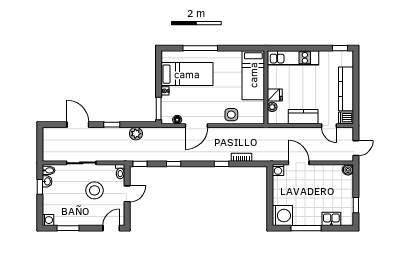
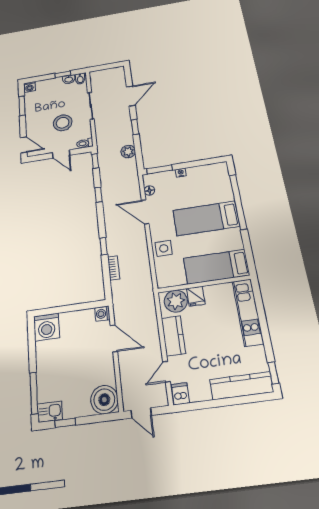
window: (200, 48) -> (238, 202), width x1.46
bed: (187, 74) -> (206, 218), moved, turned 90
kitchen counter: (346, 89) -> (241, 386), moved
plant: (272, 107) -> (176, 301), width x1.88, depth x1.88
door: (299, 163) -> (114, 338), hinge flipped
boiler: (348, 170) -> (104, 400), width x1.86, depth x1.86
kitchen sink: (331, 219) -> (50, 412), moved, turned -90
window: (306, 228) -> (34, 393), moved

